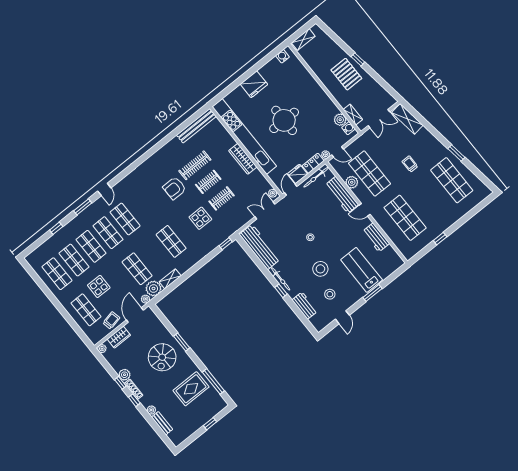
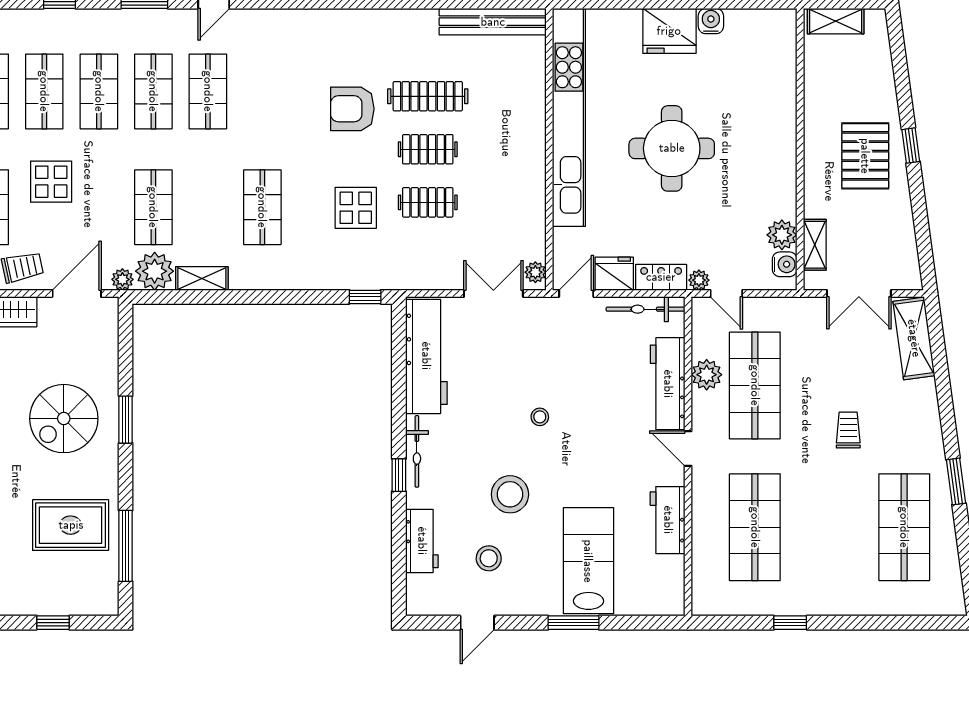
water cooler: (282, 56) -> (711, 21), moved
wardrobe: (243, 159) -> (531, 159), removed

